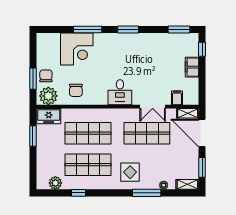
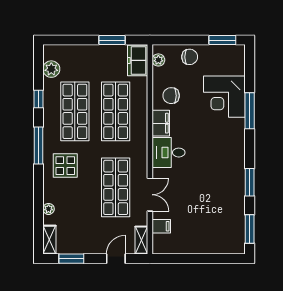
window: (128, 30) -> (250, 182), moved
window: (202, 49) -> (224, 259), removed
filing cabinet: (192, 67) -> (161, 123), moved, turned 90
window: (33, 79) -> (222, 40), moved
plant: (48, 96) -> (158, 60), width x0.53, depth x0.53
double door: (153, 107) -> (150, 195), swing flipped
door: (202, 133) -> (116, 259), width x0.53
window: (147, 193) -> (38, 145), moved

